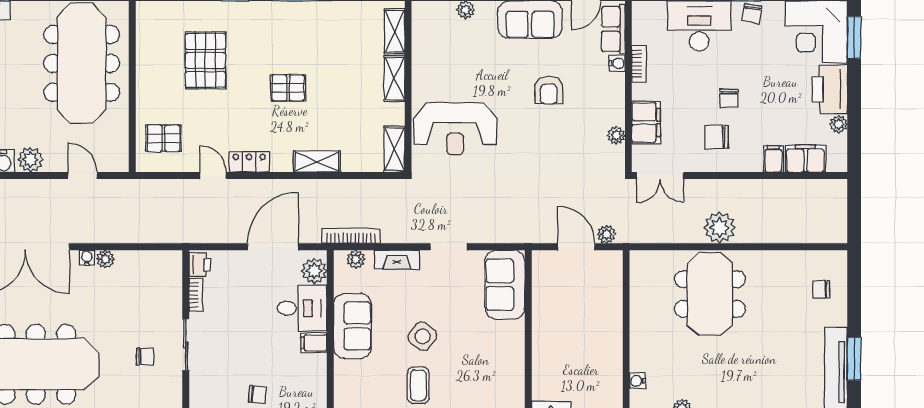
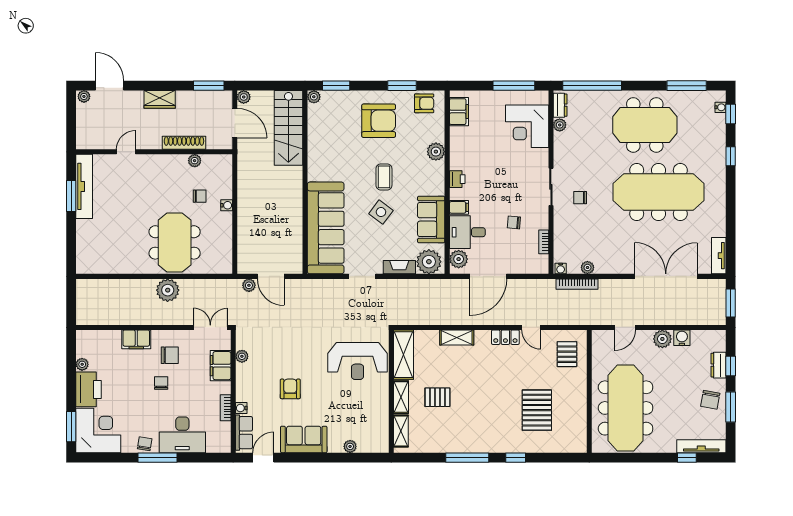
pallet: (288, 88) -> (437, 397), moved
reception desk: (455, 129) -> (358, 361), turned 180
pallet: (163, 138) -> (567, 354), turned 90
shelving: (394, 149) -> (404, 355), width x1.50, depth x1.33
filing cabinet: (773, 159) -> (136, 339), width x2.00
filing cabinet: (805, 159) -> (106, 340), removed
door: (82, 176) -> (625, 327), hinge flipped
bookcase: (351, 236) -> (577, 284), moved
water cooler: (87, 258) -> (561, 269), moved
plant: (105, 259) -> (587, 268), moved
plant: (356, 259) -> (429, 262), width x1.87, depth x1.87
printer: (200, 265) -> (457, 179), moved, turned 180
sofa: (505, 285) -> (326, 228), width x1.85, depth x1.27
chair: (821, 289) -> (200, 196), moved
sliding door: (186, 345) -> (551, 187), moved
water cooler: (637, 381) -> (227, 205), moved
chair: (257, 395) -> (514, 222), moved

